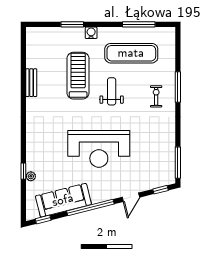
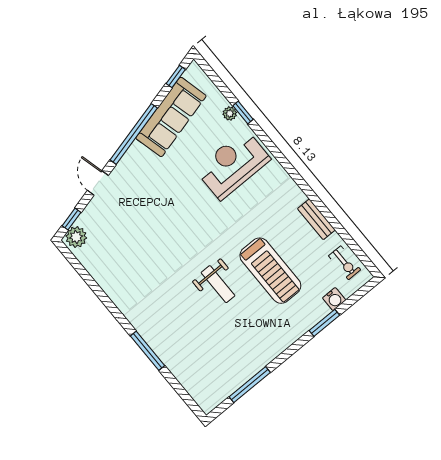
water cooler: (91, 33) -> (334, 299), moved
exercise mat: (131, 53) -> (231, 345), removed
exercise bike: (156, 96) -> (345, 263), moved
reception desk: (99, 149) -> (233, 165), moved, width x0.74, depth x0.77
window: (178, 163) -> (77, 266), removed
plant: (166, 178) -> (76, 237), added

